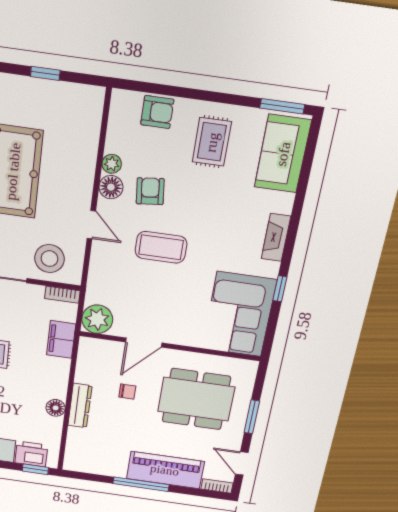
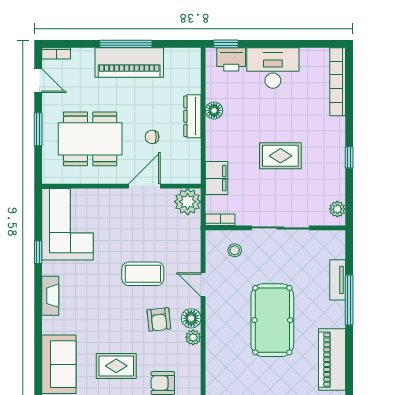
rug: (212, 142) -> (116, 366), turned 90
stool: (49, 259) -> (235, 250), width x0.53, depth x0.53
piano: (165, 470) -> (129, 62), moved

